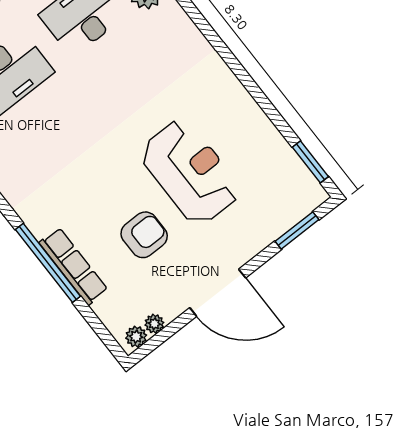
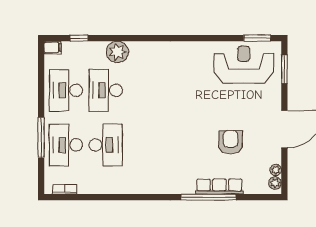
reception desk: (190, 172) -> (244, 65), moved

